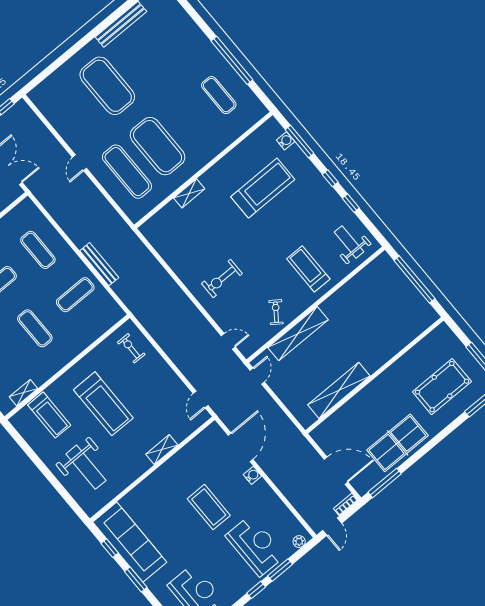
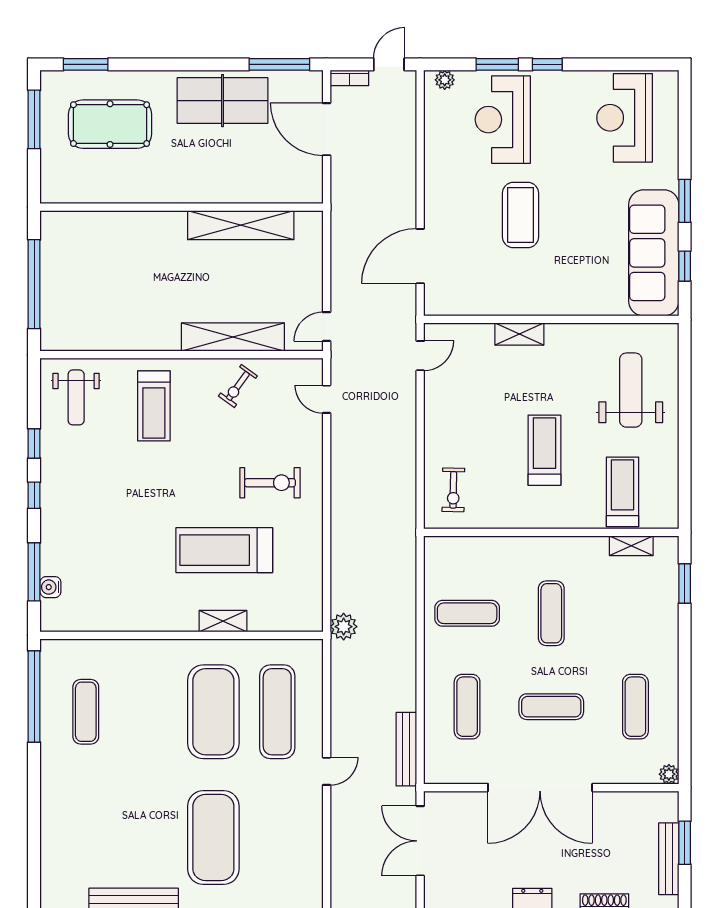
window: (232, 60) -> (34, 697), moved
treadmill: (263, 188) -> (224, 550), moved
plant: (129, 239) -> (344, 627), added
bench: (99, 264) -> (406, 749), moved
treadmill: (103, 404) -> (544, 450), width x0.73, depth x0.73
water cooler: (252, 475) -> (434, 209), removed

